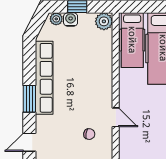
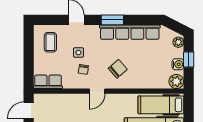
water cooler: (71, 20) -> (178, 64), moved
chair: (88, 92) -> (118, 69), added
side table: (69, 140) -> (78, 53), added

